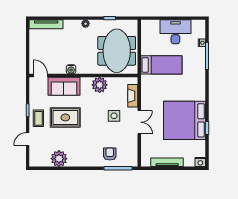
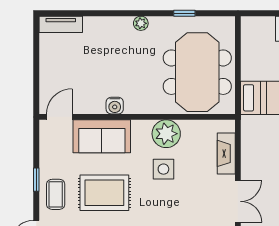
tv unit: (46, 24) -> (61, 24), width x0.71
door: (40, 75) -> (59, 117), hinge flipped
side table: (114, 116) -> (163, 169), moved

